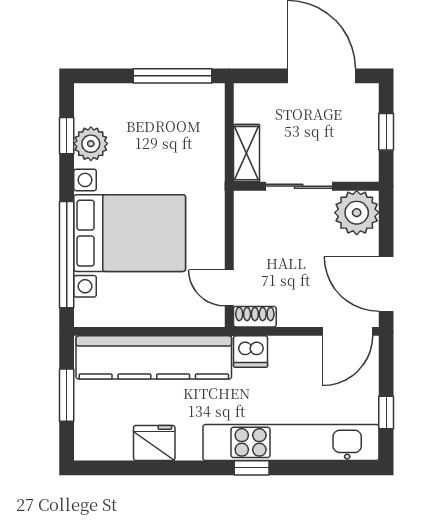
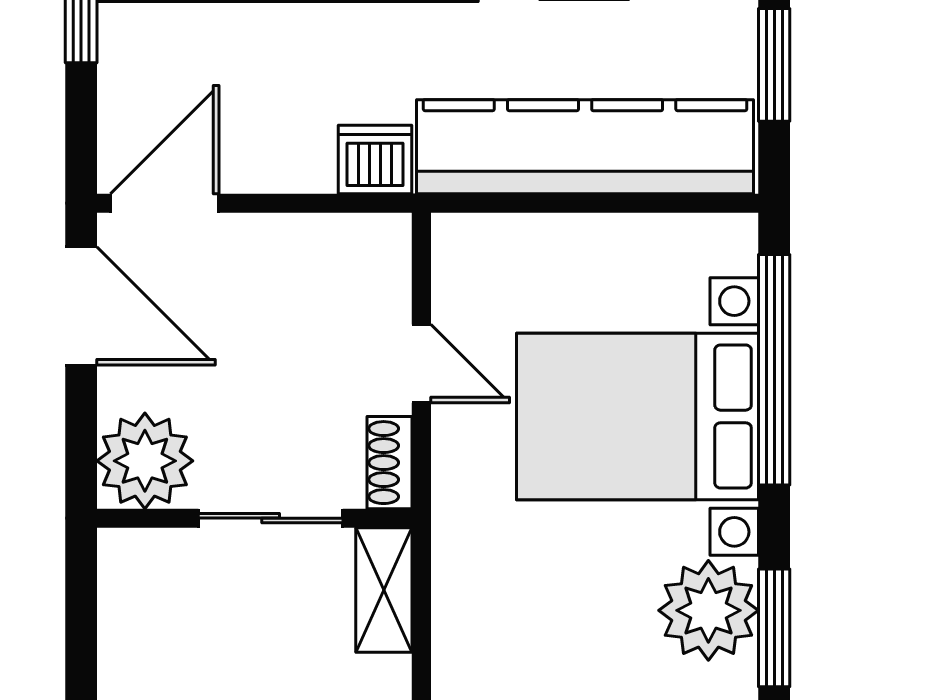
window: (386, 132) -> (81, 637), removed
window: (67, 136) -> (774, 628), width x1.50
plant: (91, 144) -> (708, 610), width x1.36, depth x1.36
door: (229, 288) -> (421, 364), moved
shoe rack: (255, 317) -> (389, 463), moved, turned 90

